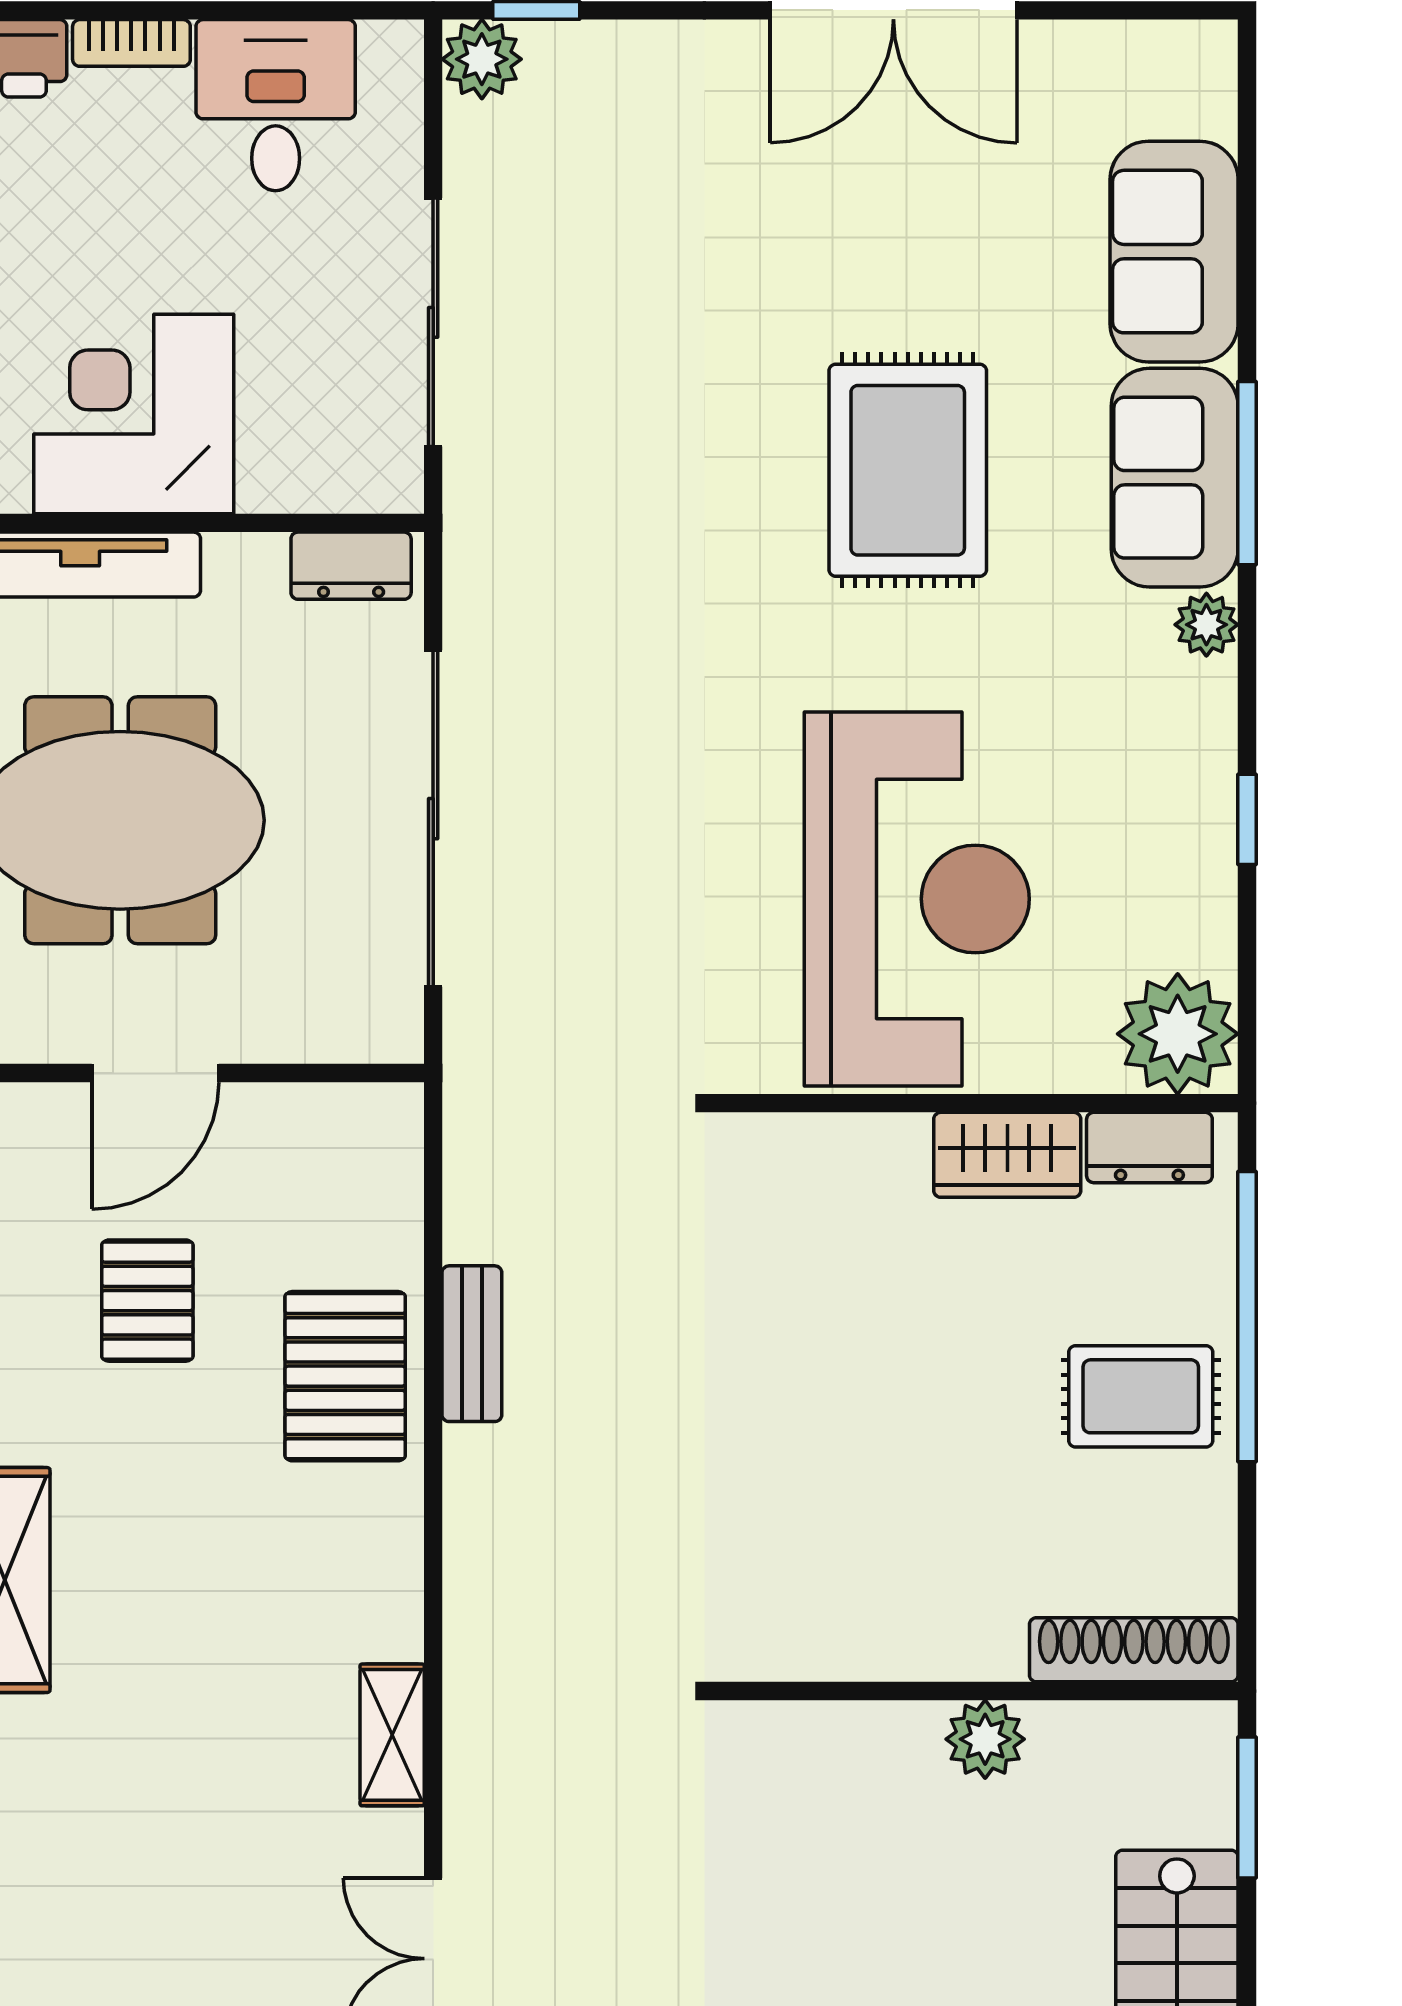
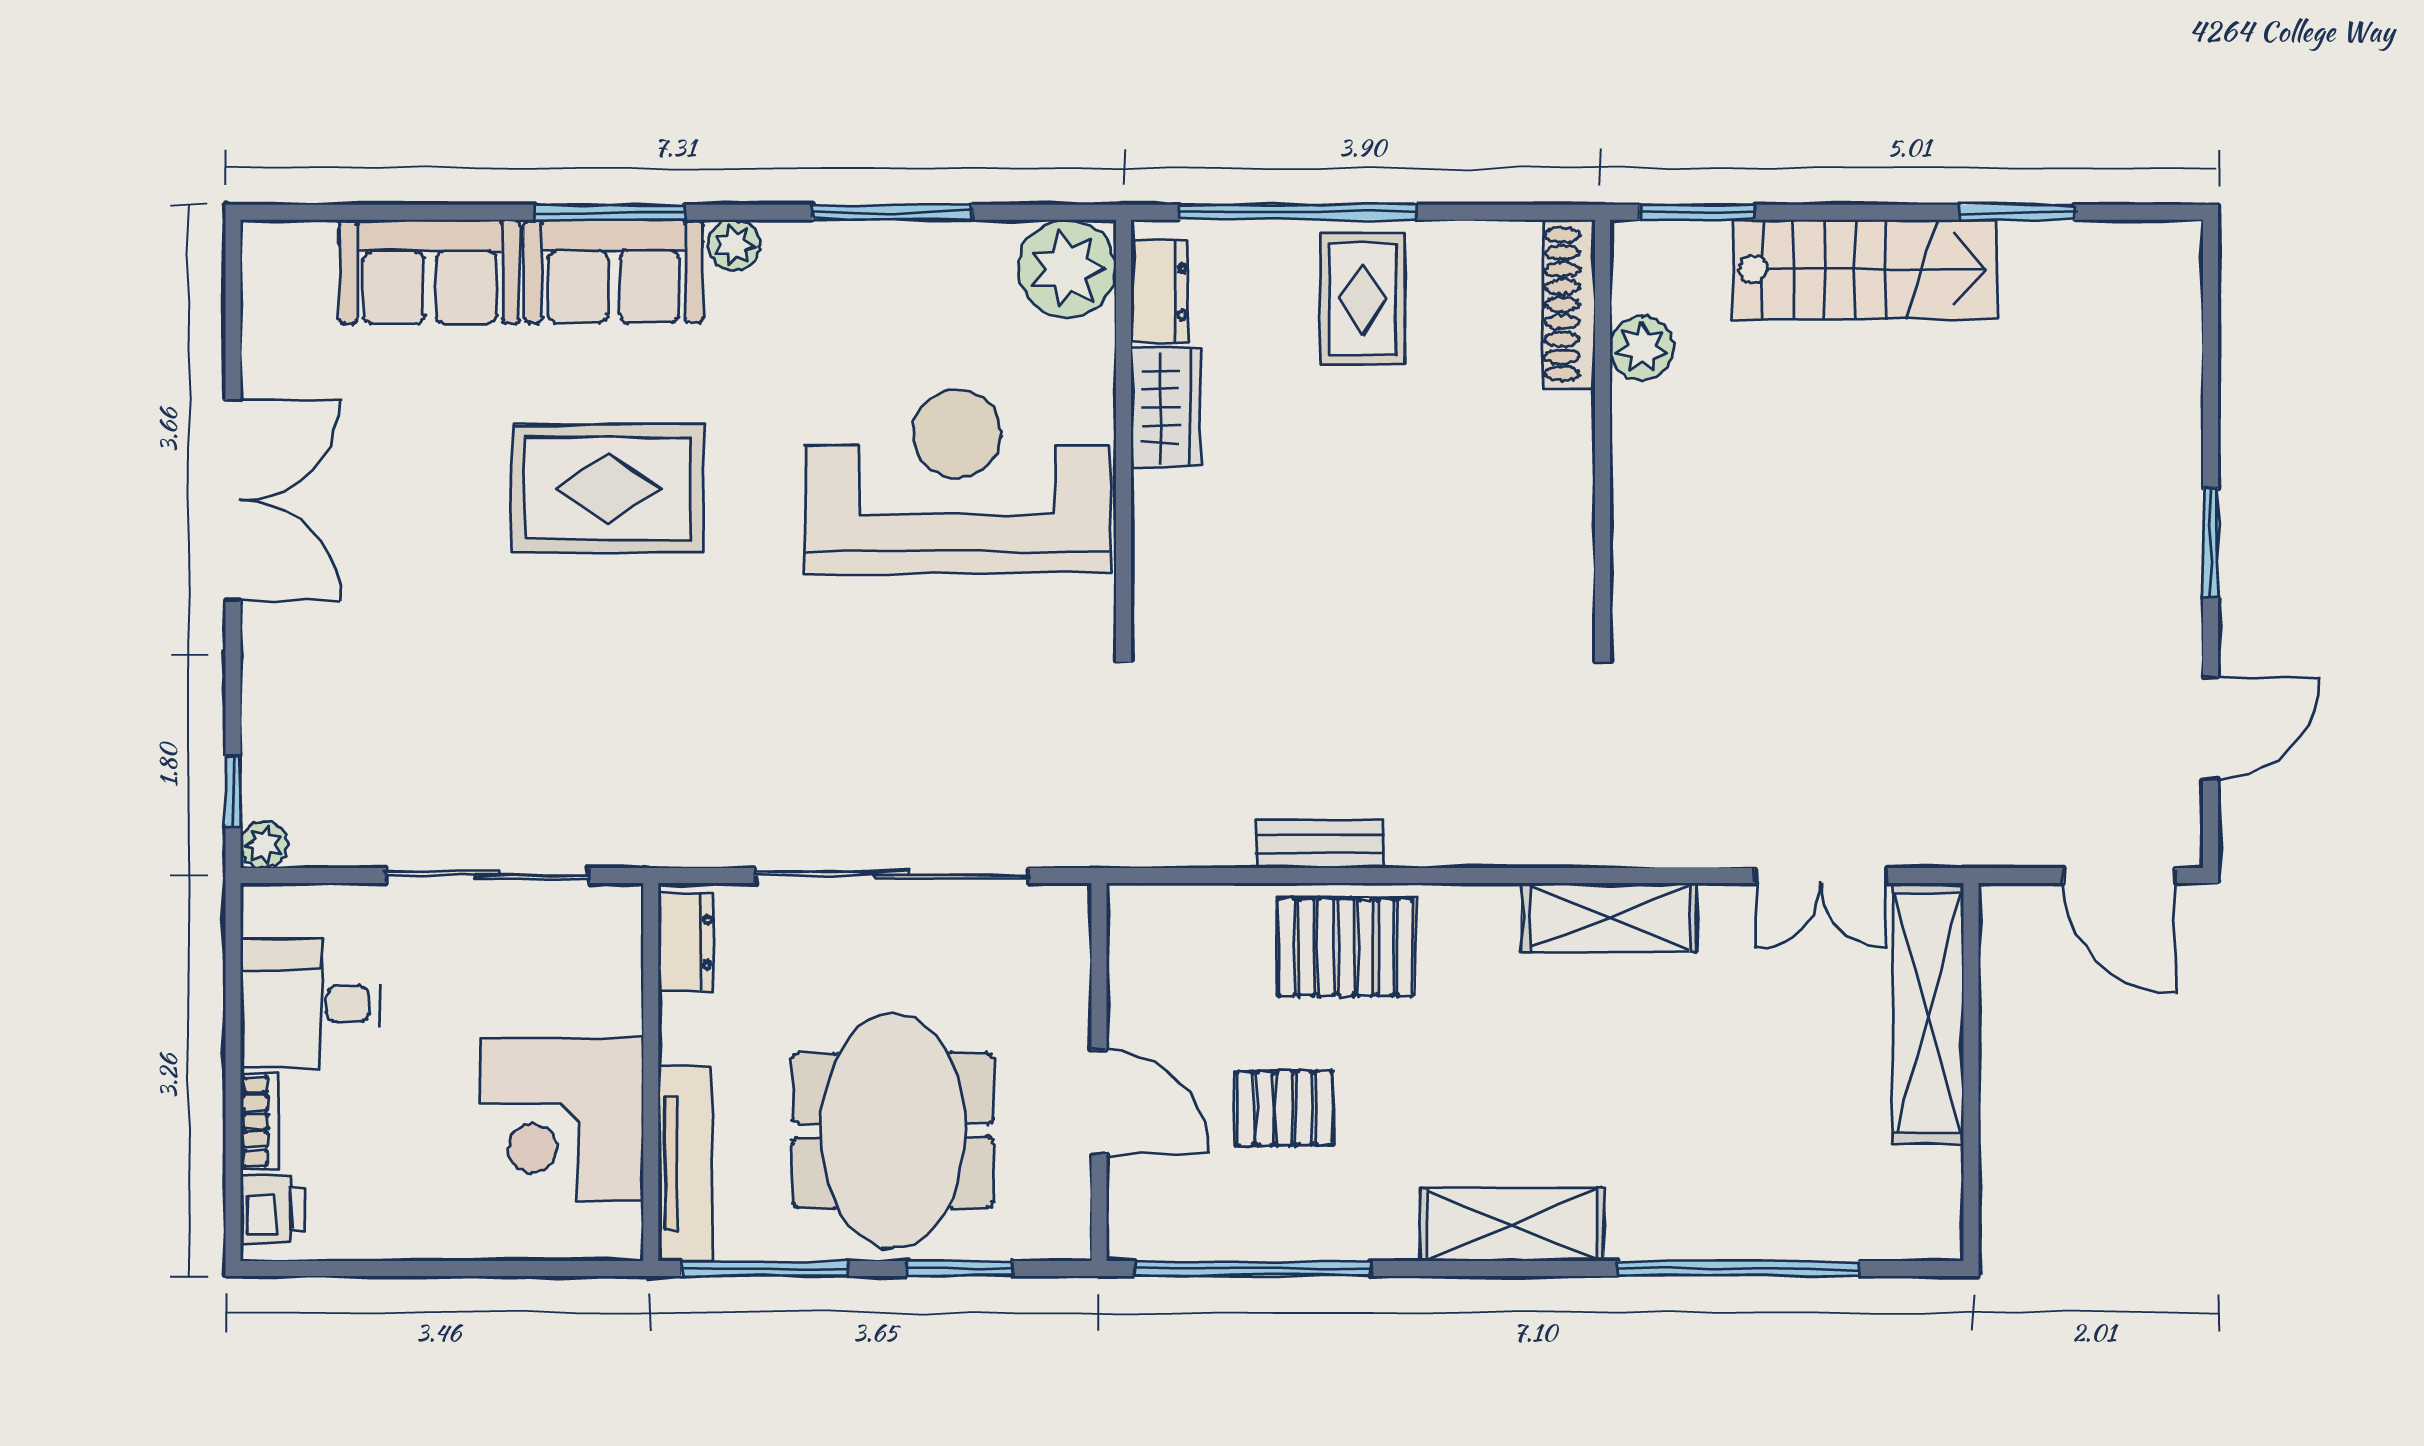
plant: (482, 59) -> (264, 845), width x0.73, depth x0.73
window: (1247, 819) -> (892, 212), width x2.17
shelving: (392, 1735) -> (1609, 917), width x1.50, depth x1.33
plant: (985, 1739) -> (1642, 348), moved

